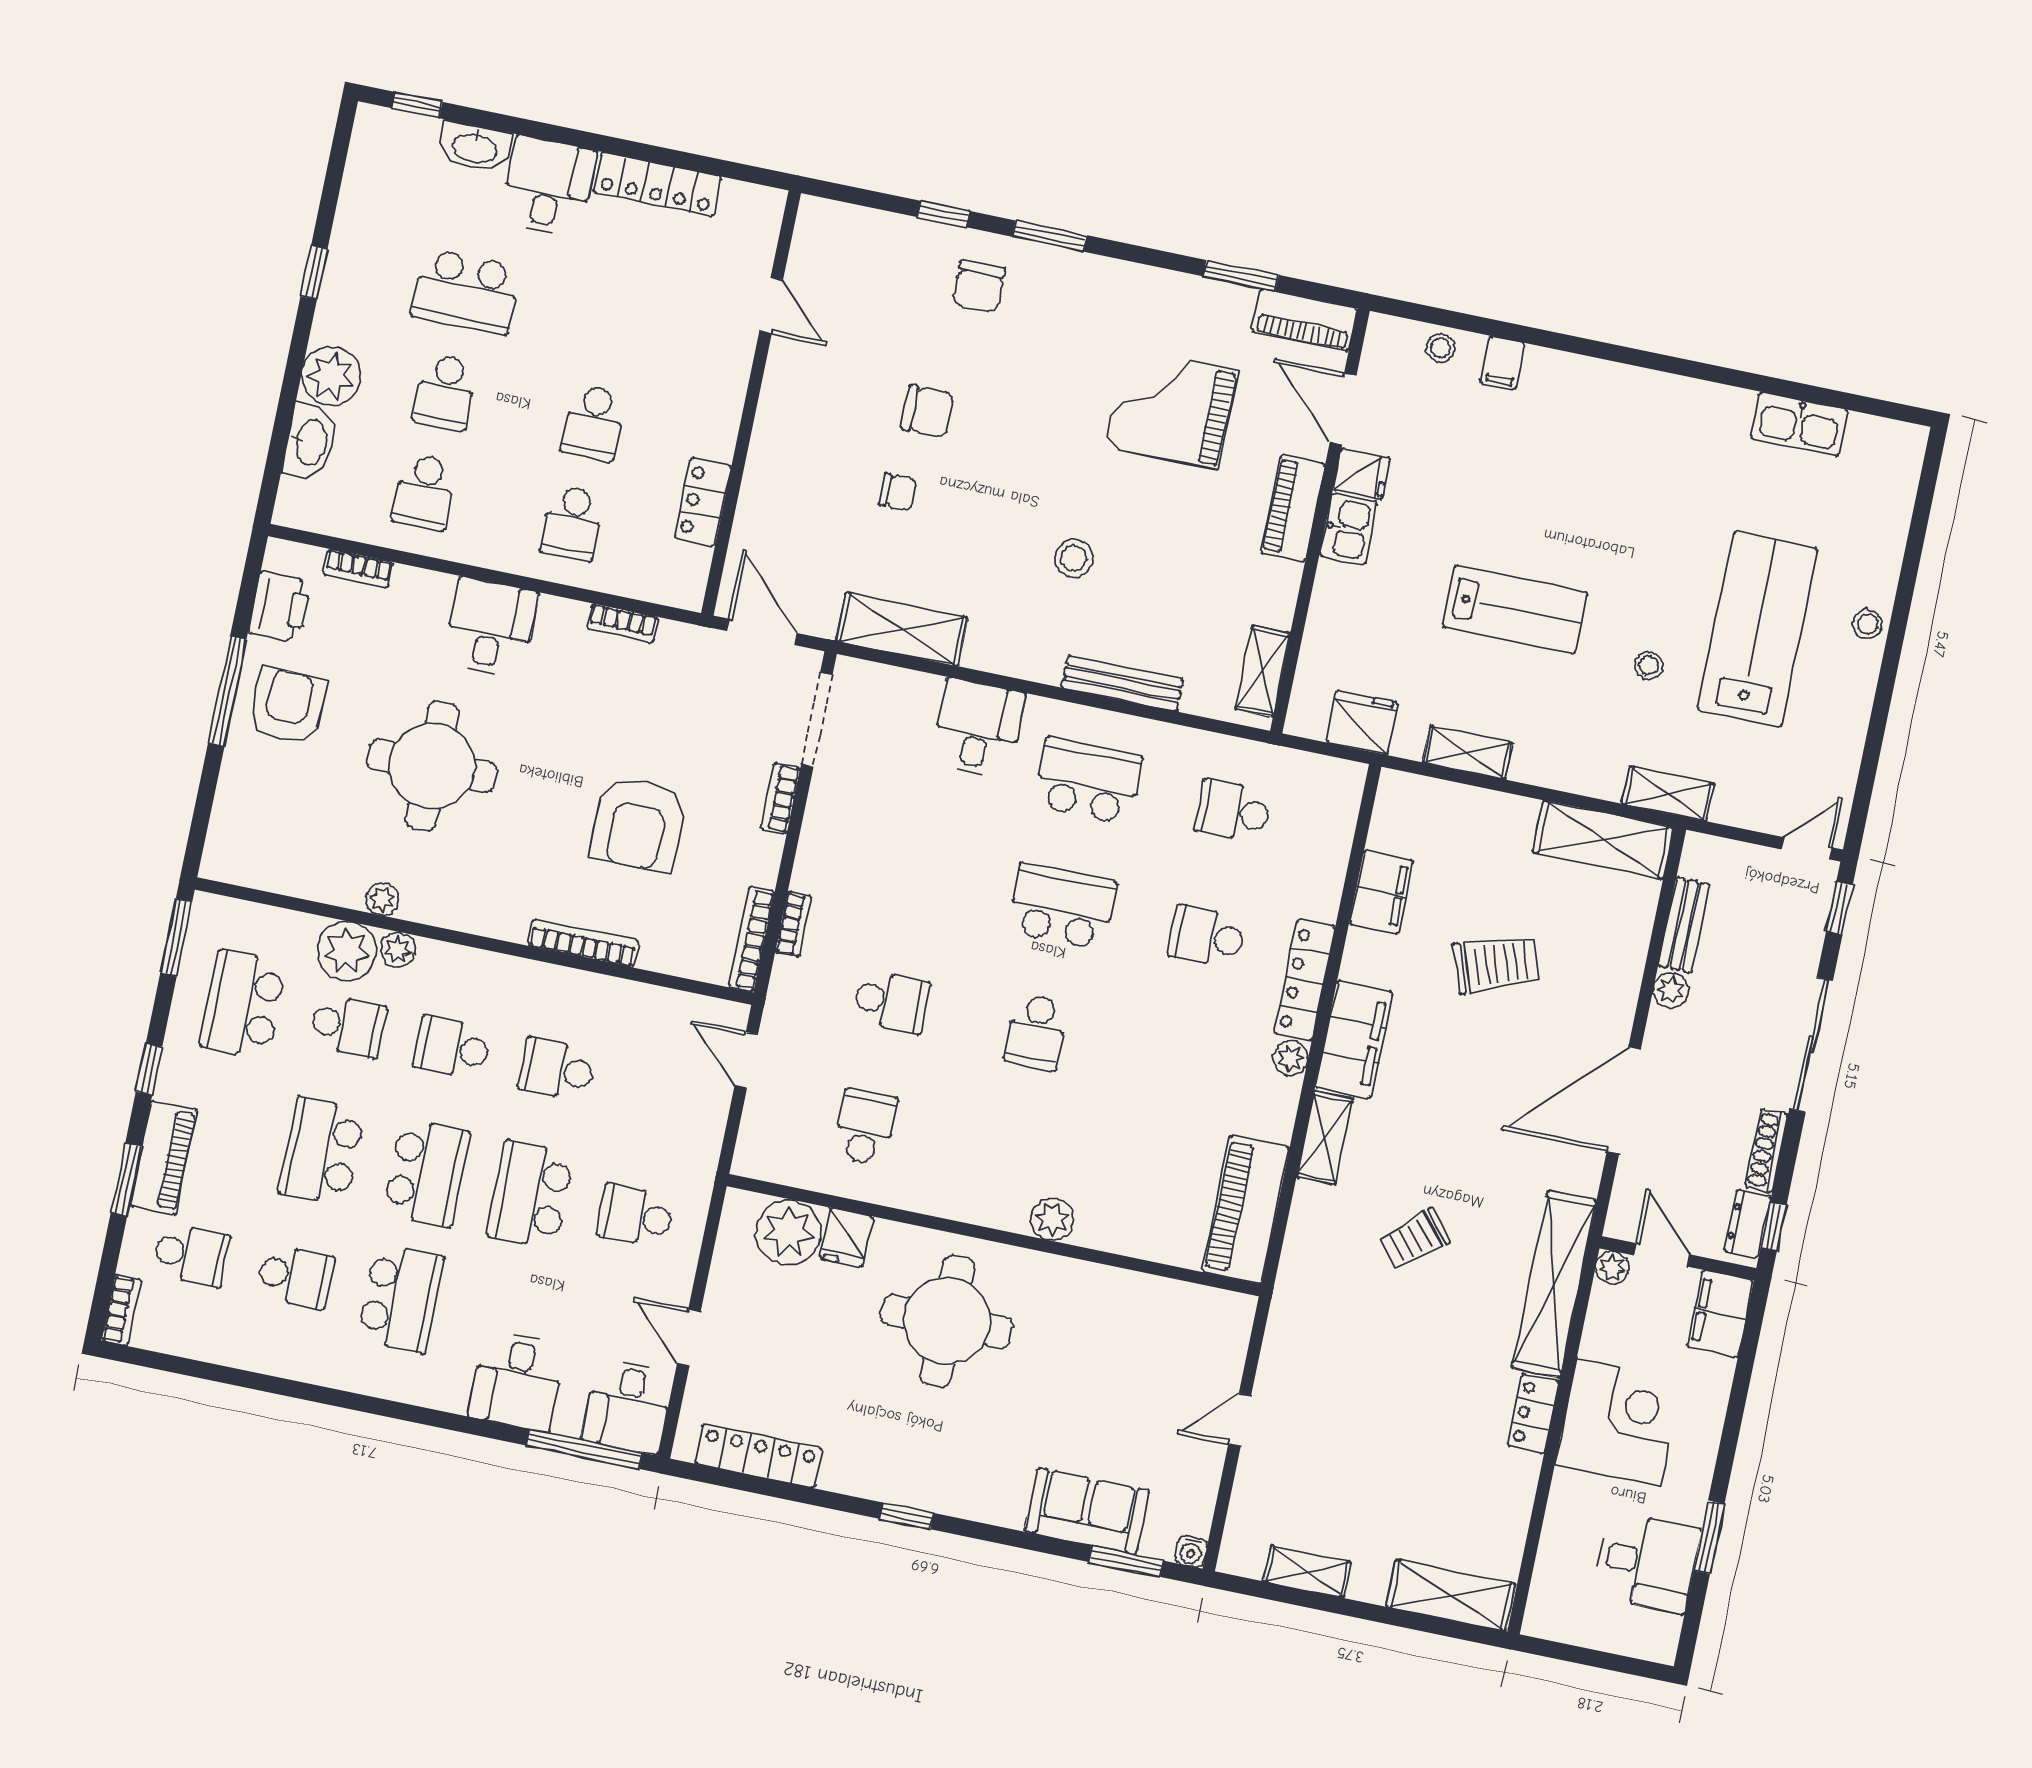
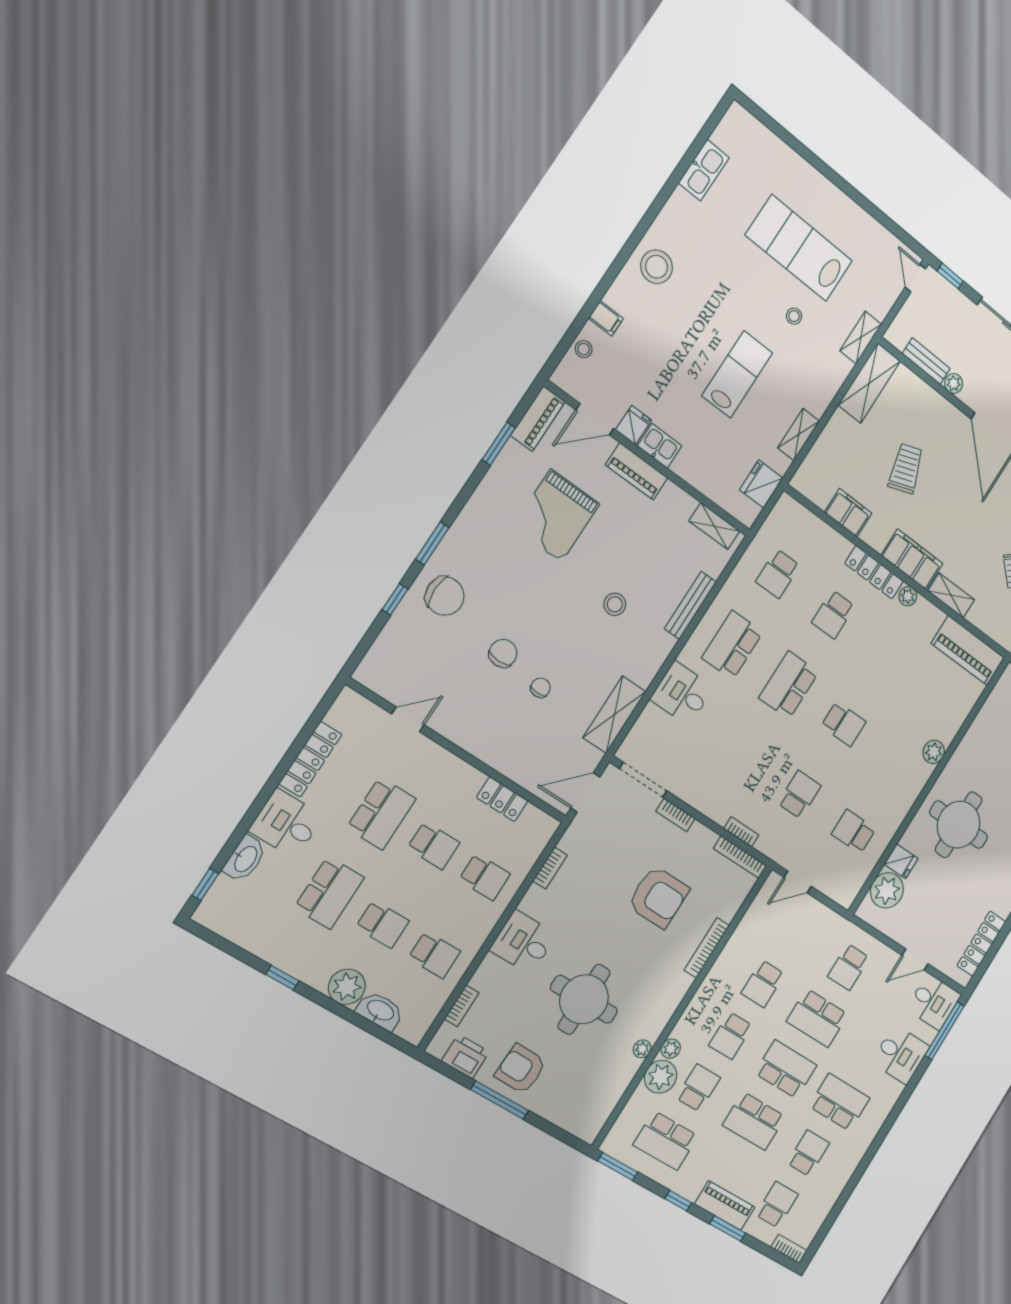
chair: (979, 287) -> (445, 596), width x1.37, depth x1.37
school desk: (614, 322) -> (381, 813), added
stool: (1867, 624) -> (657, 267), moved, width x1.89, depth x1.89

